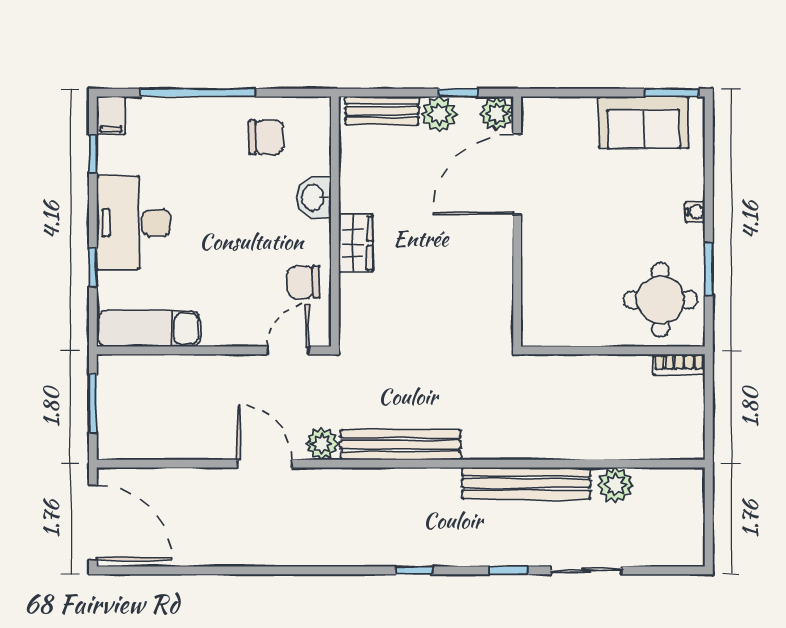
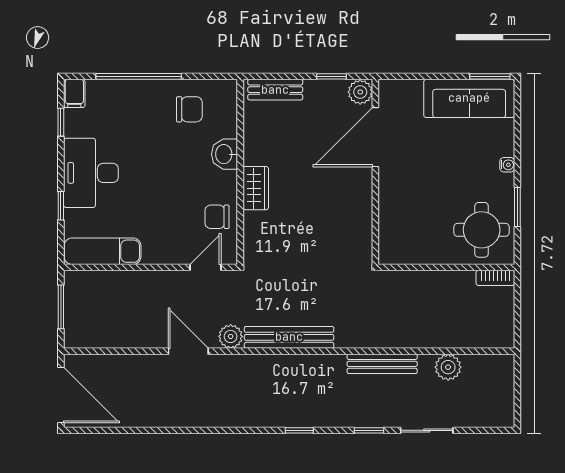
plant: (439, 114) -> (318, 92), removed
sofa: (644, 122) -> (469, 98), width x1.36
bench: (526, 483) -> (382, 364), width x0.73, depth x0.82

